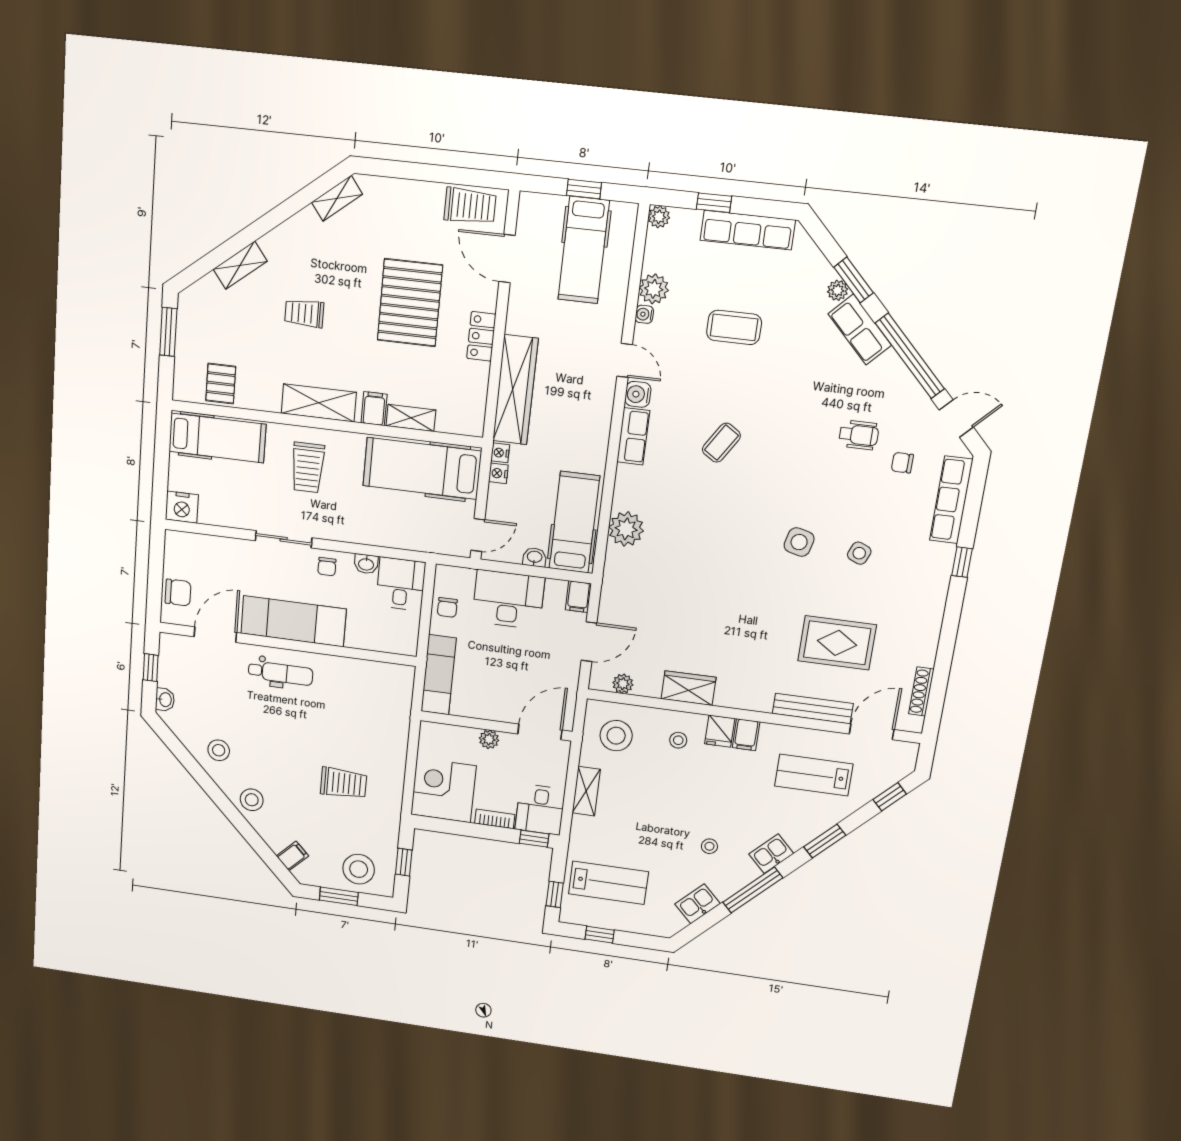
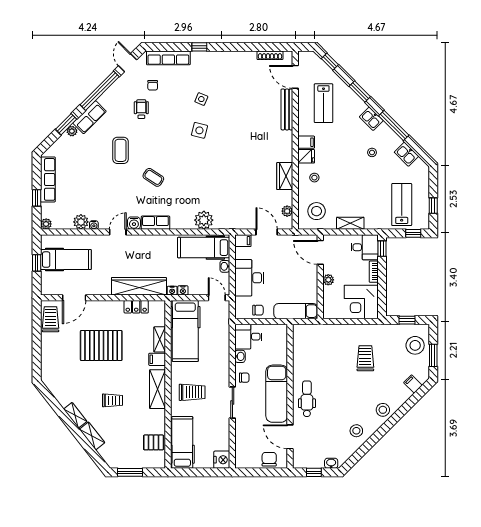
shelving: (337, 198) -> (75, 415), moved
trolley: (304, 313) -> (113, 400), turned -90
coffee table: (734, 327) -> (120, 150), moved
locker: (481, 336) -> (136, 307), moved
rug: (837, 643) -> (250, 103), removed

